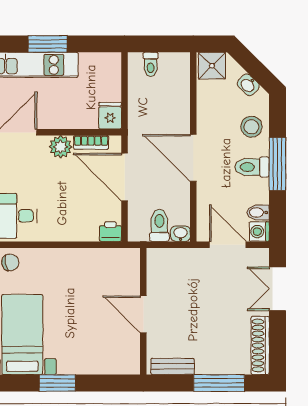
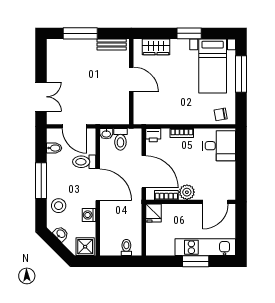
toilet: (252, 167) -> (84, 162), moved, turned 180
washing machine: (259, 232) -> (89, 215), moved, turned 180
bookcase: (68, 235) -> (182, 133), added
shoe rack: (260, 345) -> (53, 59), removed
wardrobe: (106, 363) -> (156, 47), added

